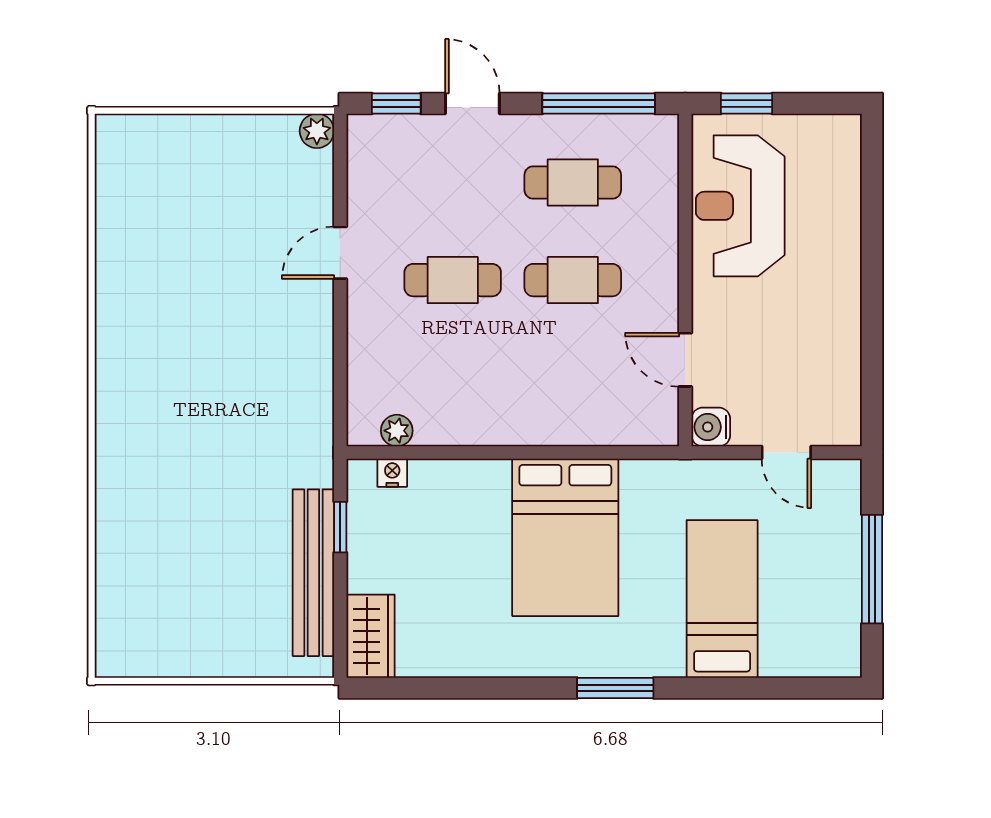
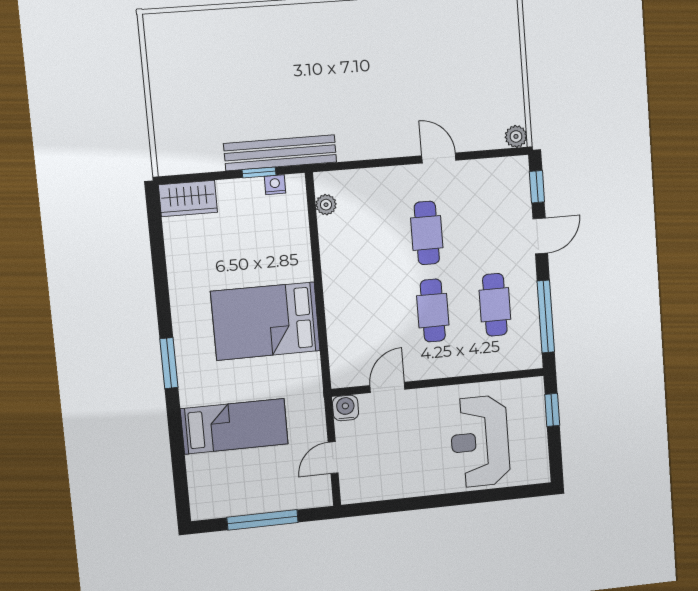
reception desk: (740, 206) -> (480, 441), moved, turned -90
nightstand: (392, 473) -> (275, 185), moved, turned -90
bench: (313, 573) -> (280, 153), moved

